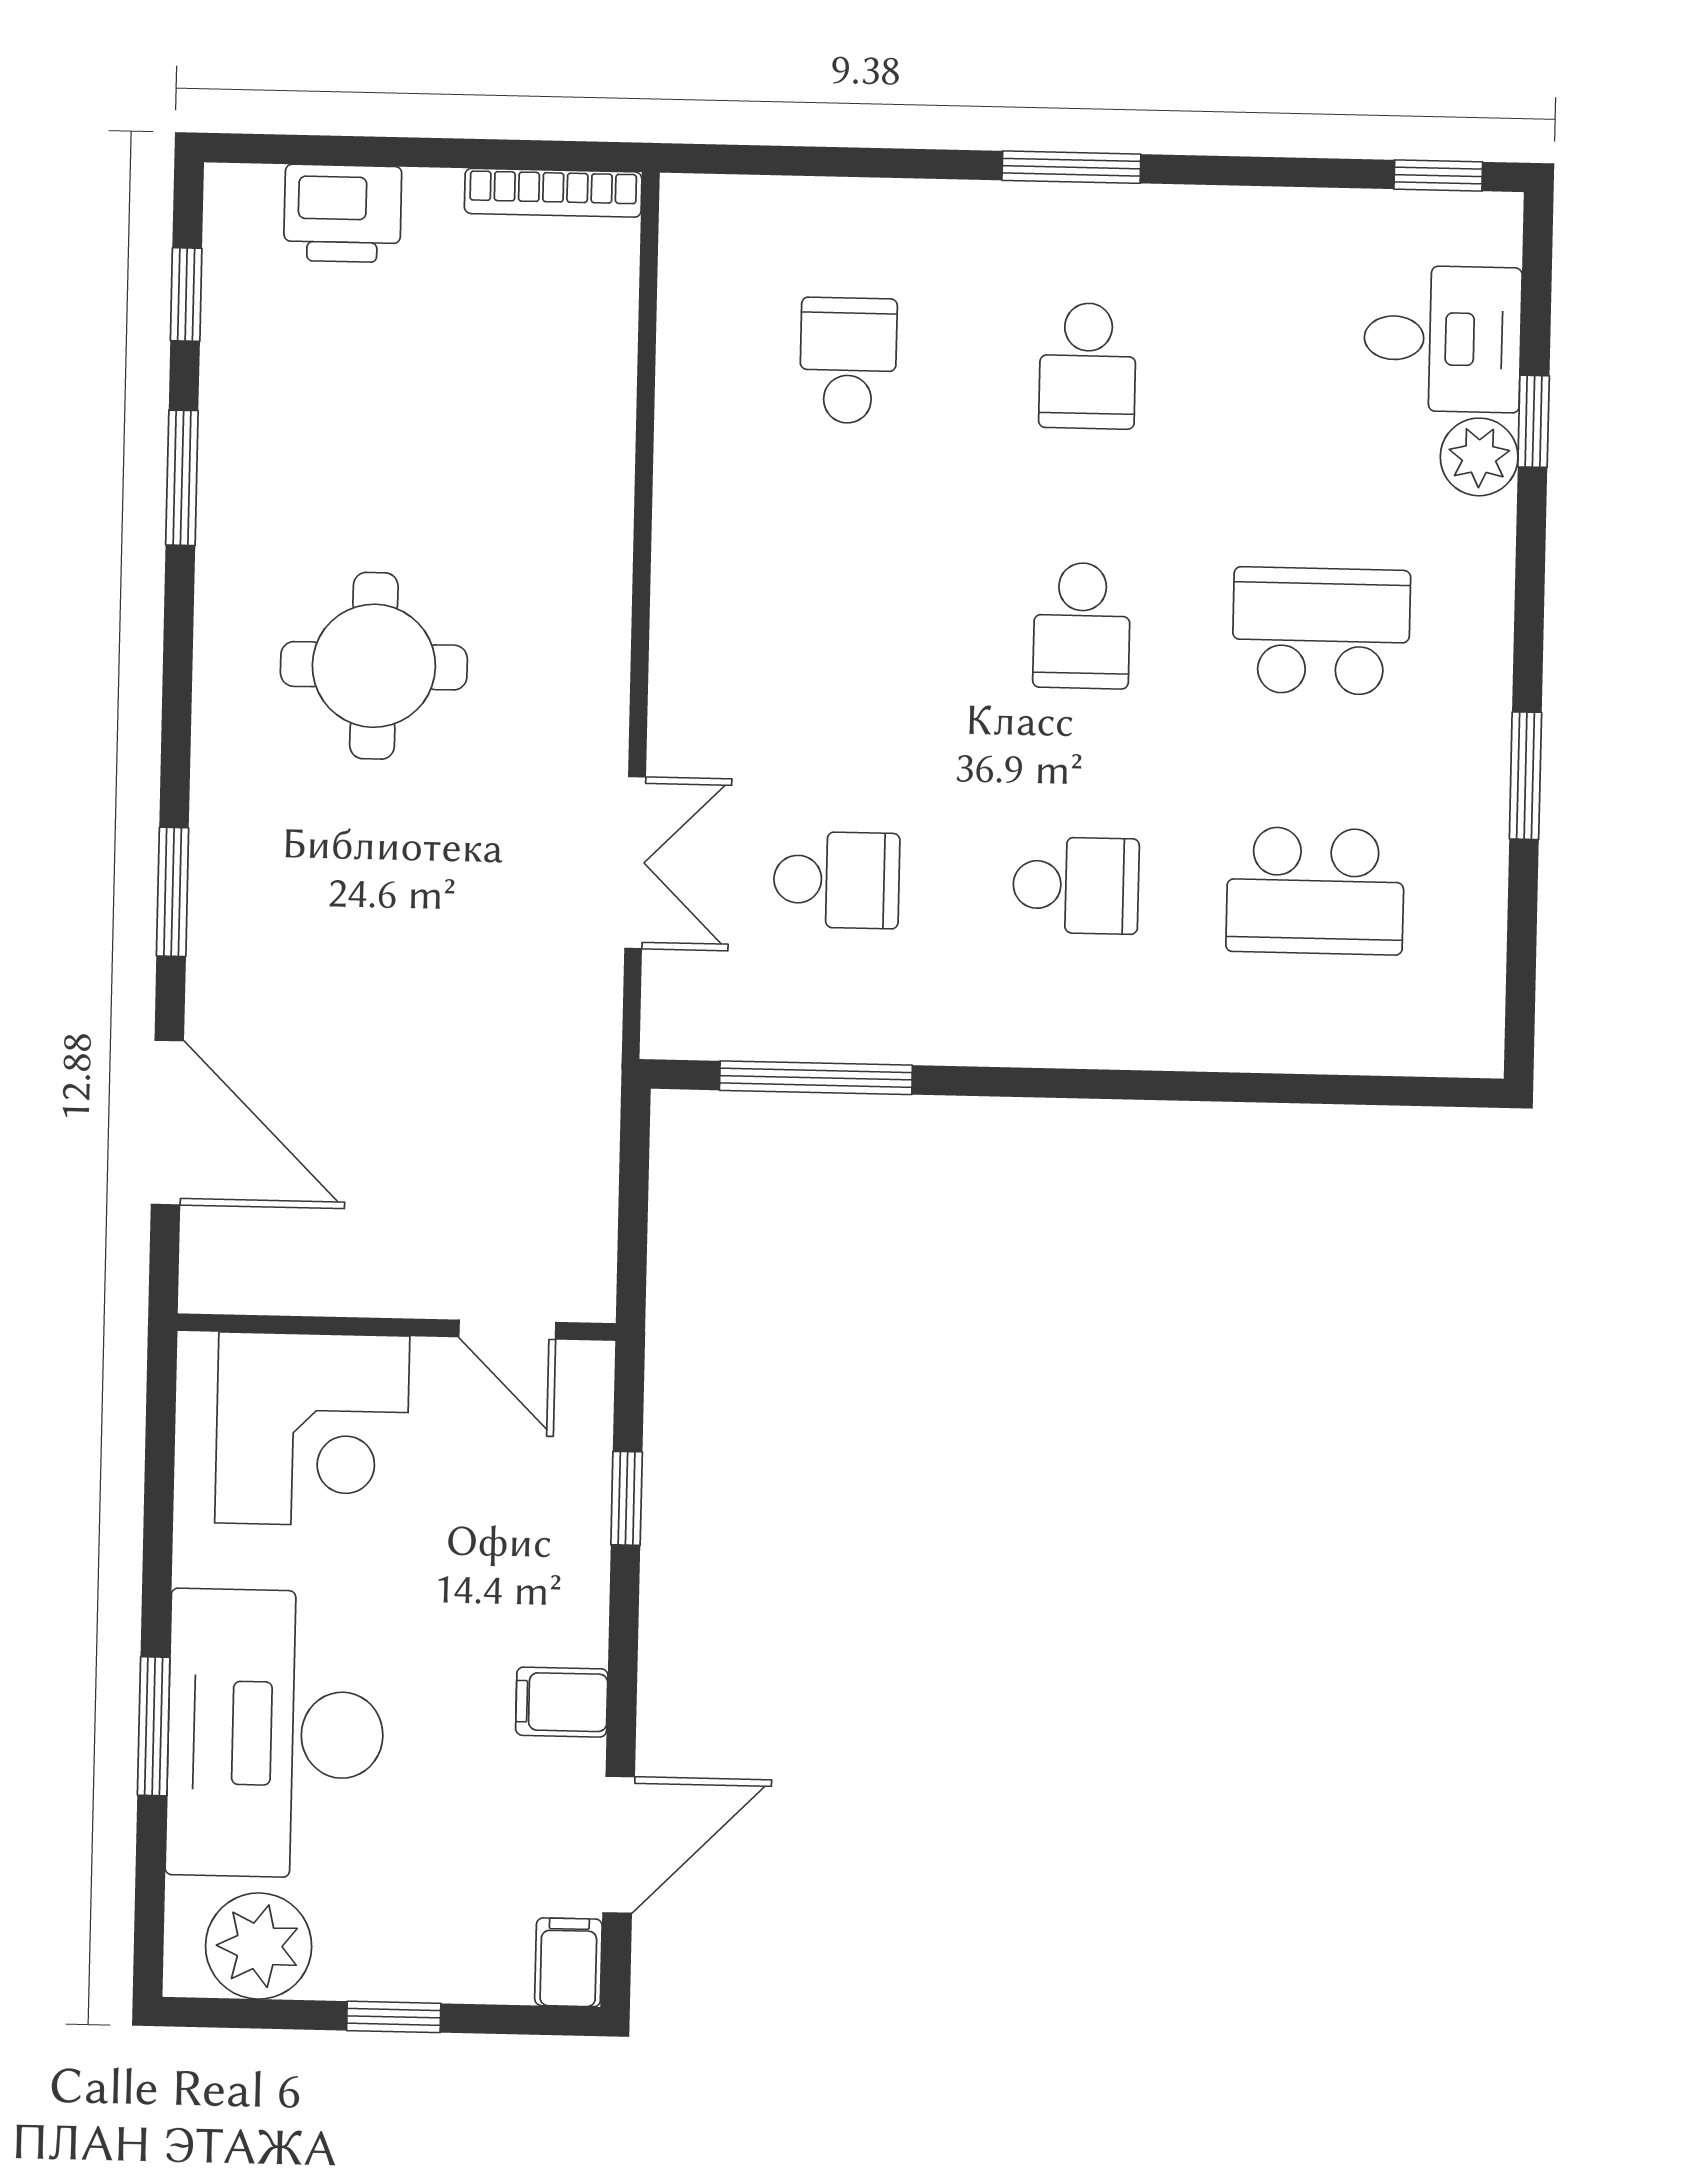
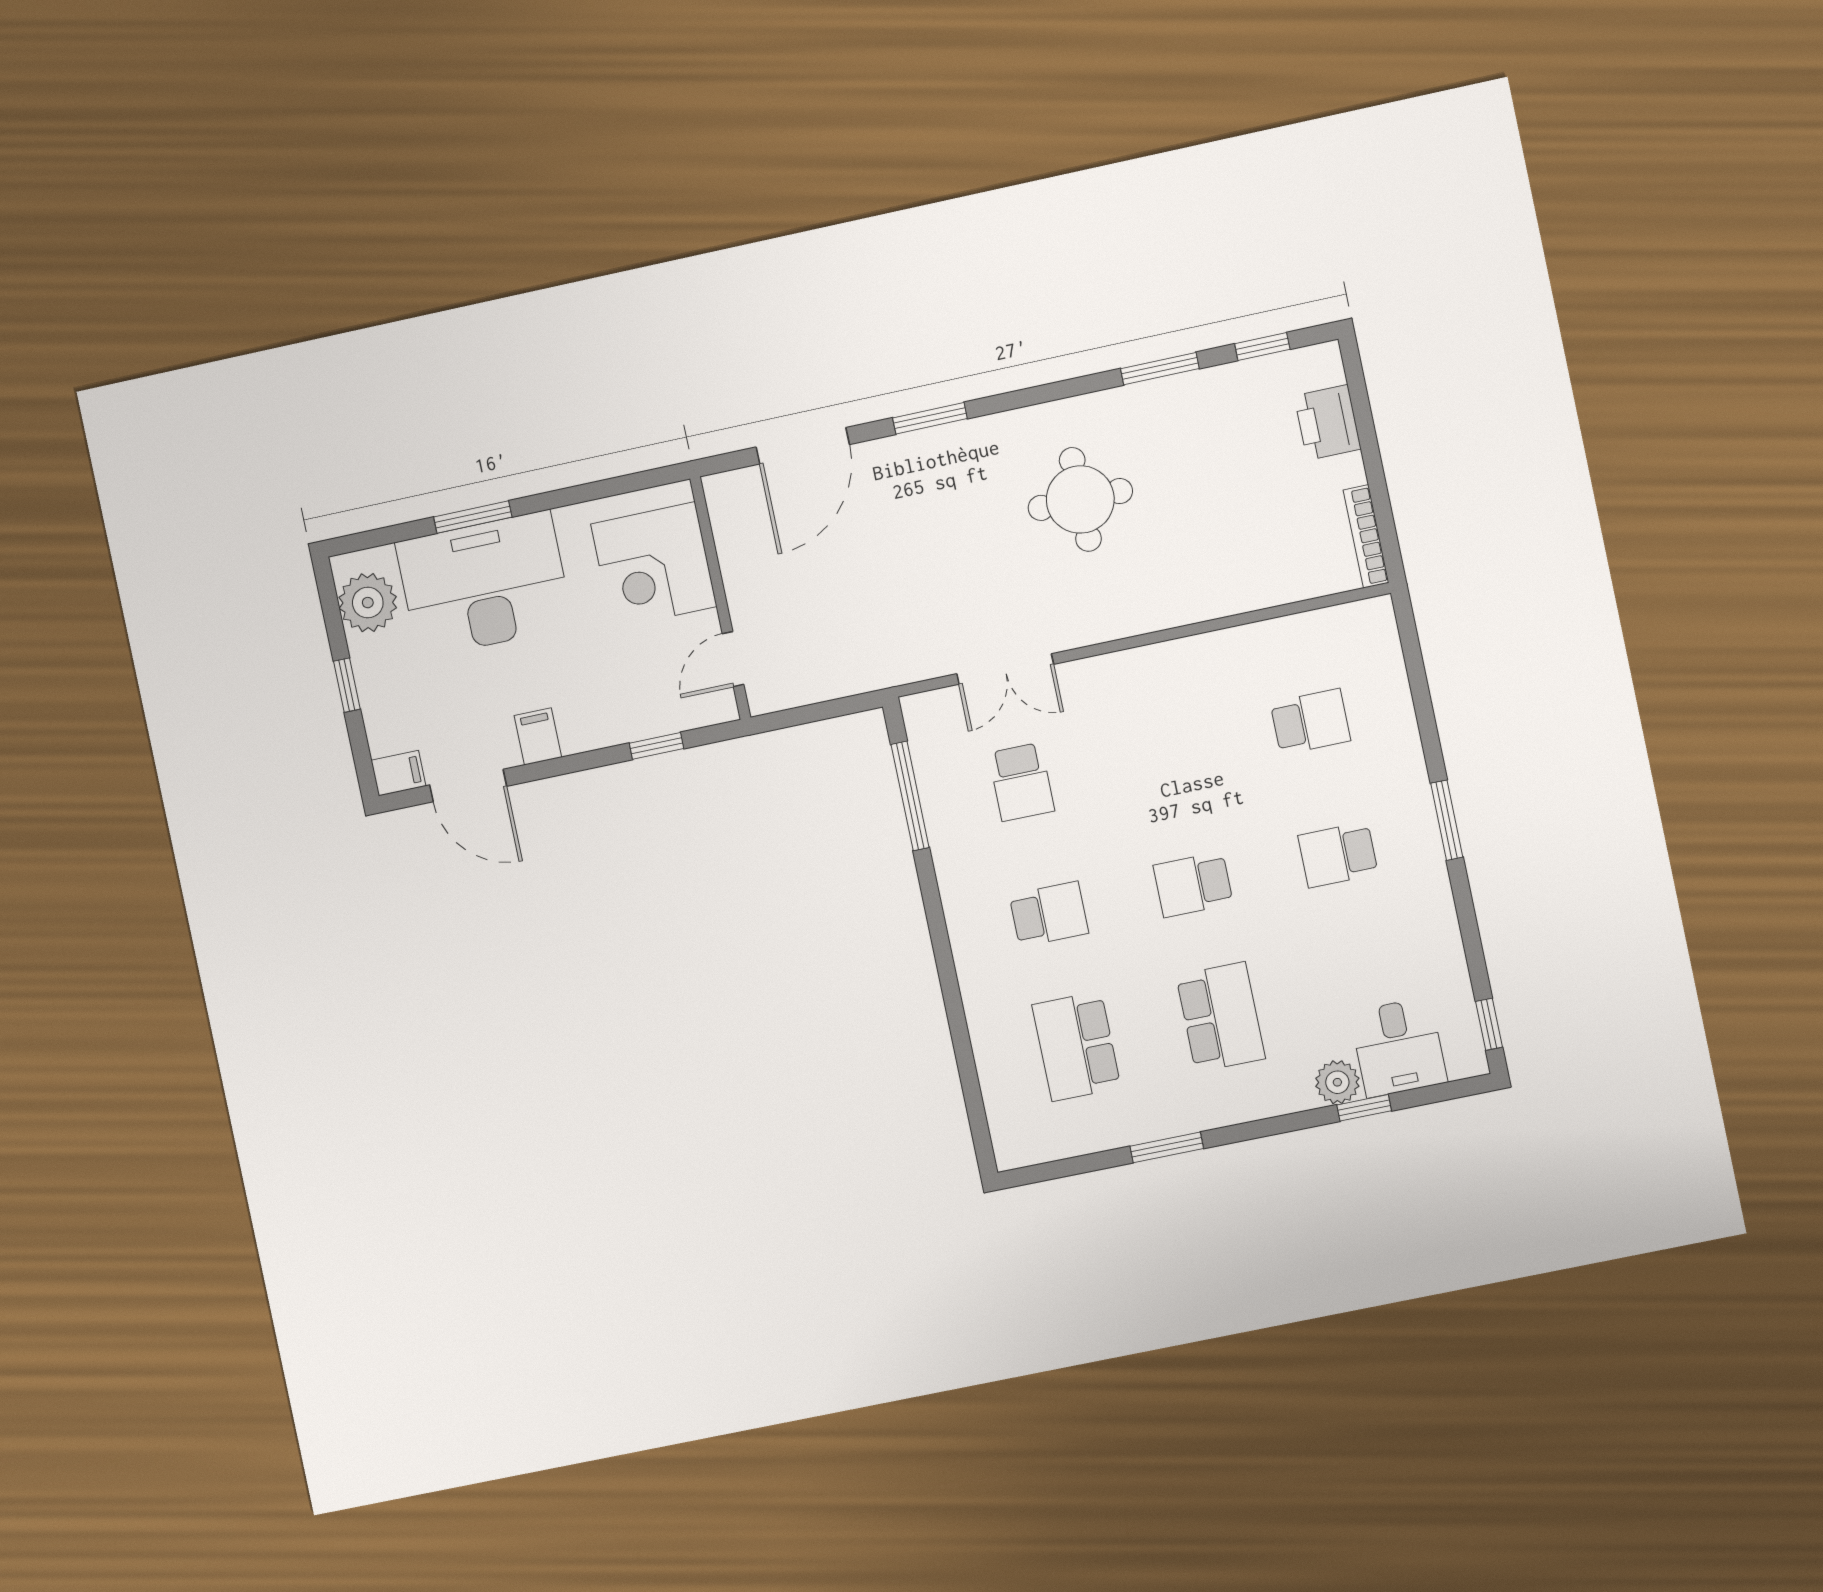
school desk: (1076, 885) -> (1049, 914), turned -90

